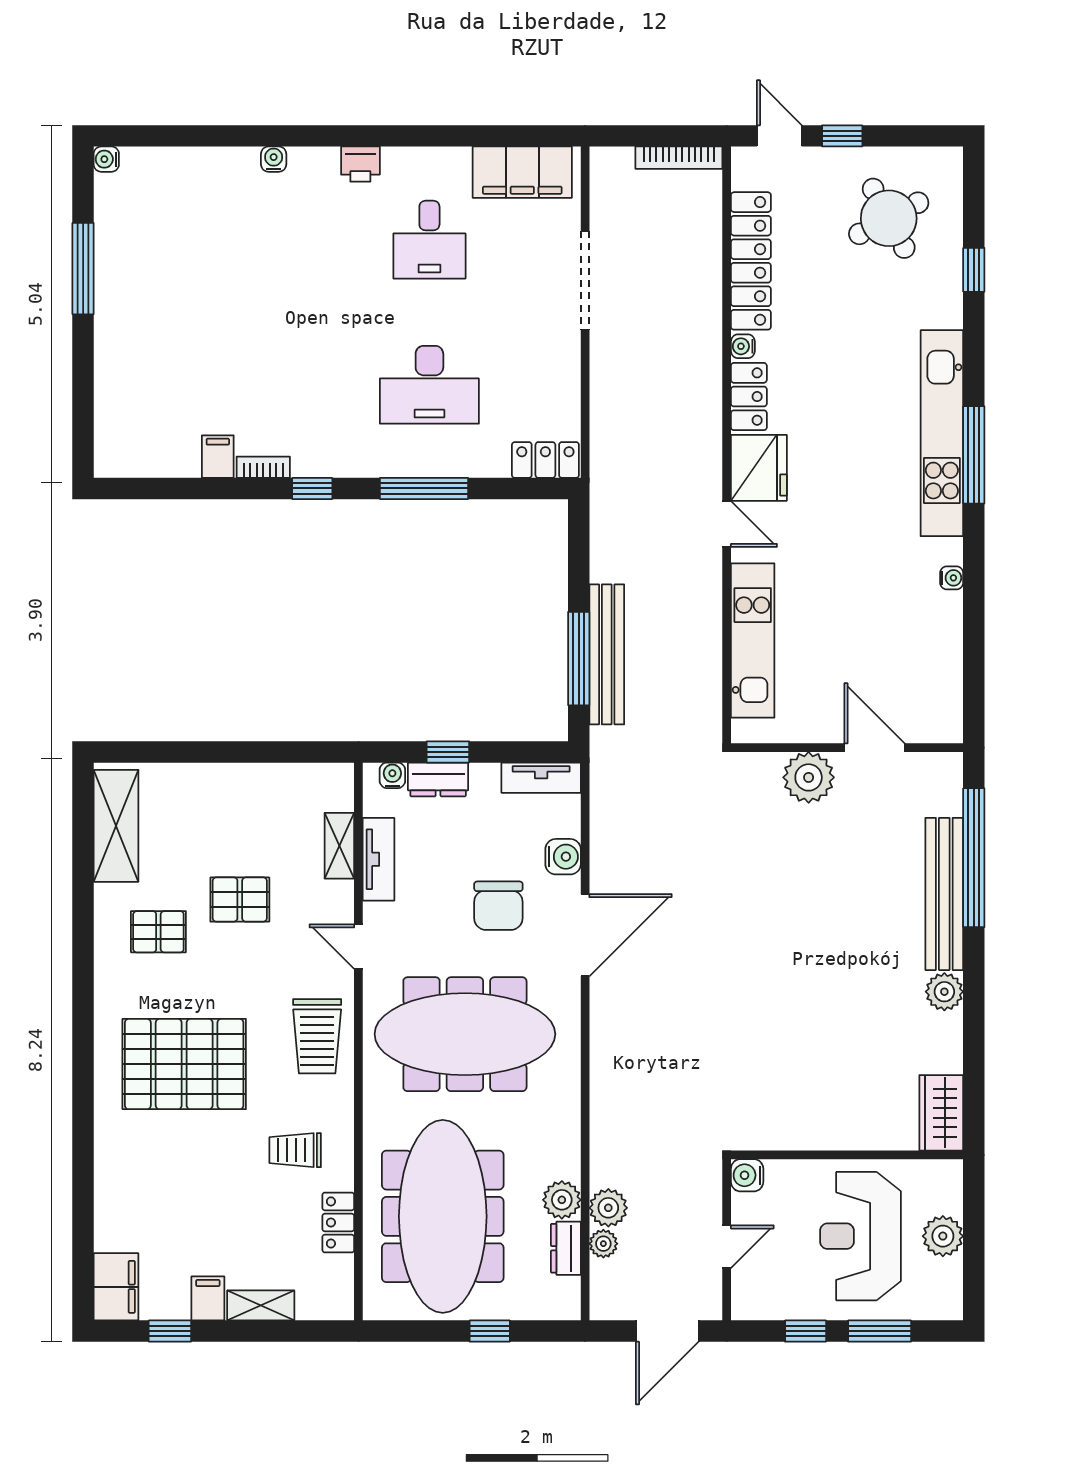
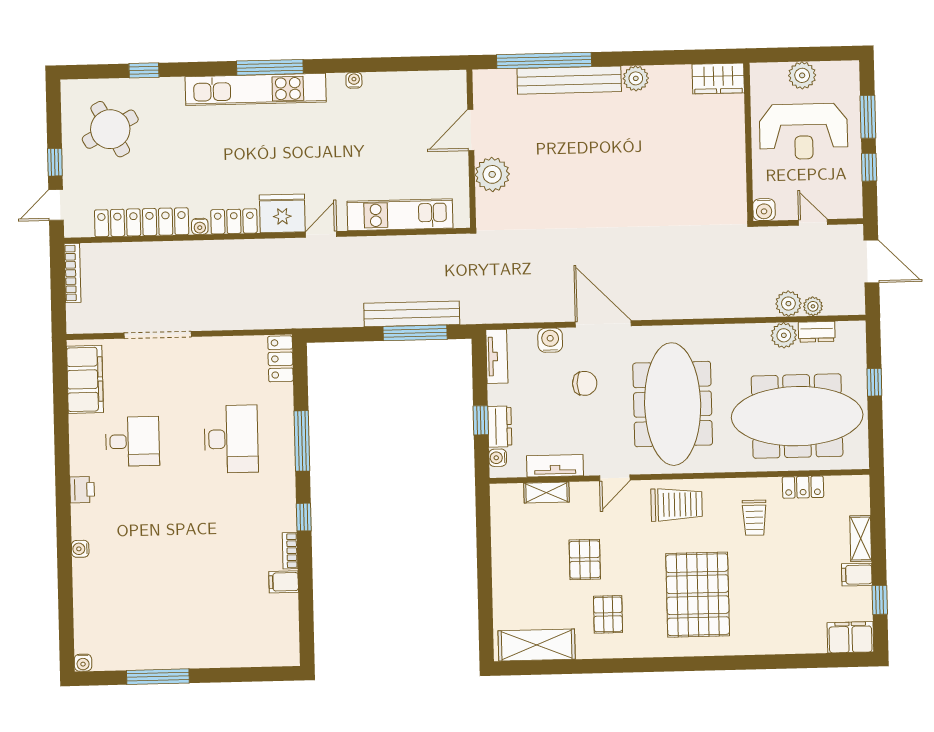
chair: (498, 906) -> (585, 383), width x0.73, depth x0.73

